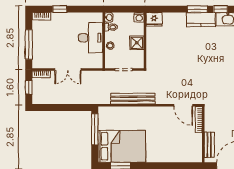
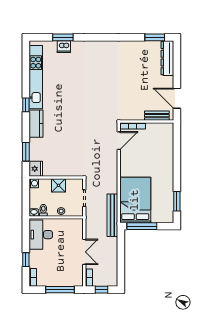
window: (197, 9) -> (26, 152), moved
desk: (91, 38) -> (41, 235), moved, turned -90
bench: (133, 99) -> (112, 215), moved
bed: (122, 146) -> (135, 200), moved

